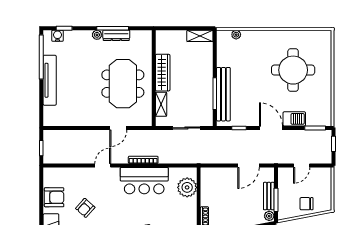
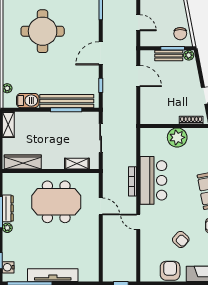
wardrobe: (163, 73) -> (23, 162), moved
barbecue: (294, 119) -> (28, 101), moved, turned 90
plant: (187, 187) -> (177, 137), moved
chair: (306, 204) -> (180, 34), moved

